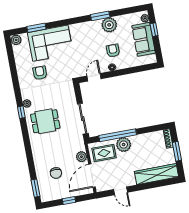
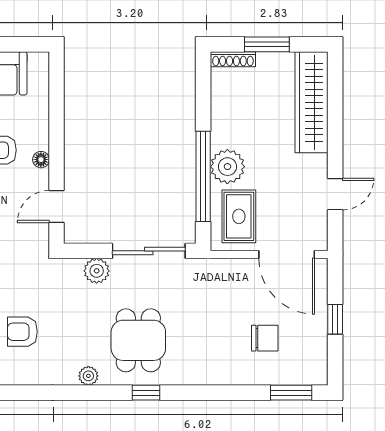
door: (94, 77) -> (56, 207), hinge flipped
window: (21, 112) -> (146, 393), moved
plant: (81, 157) -> (97, 271), moved

